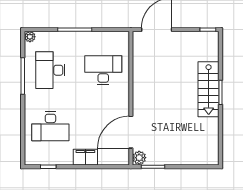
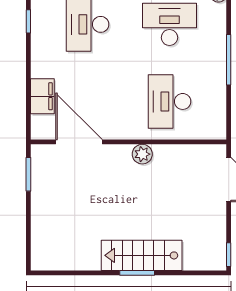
desk: (103, 70) -> (169, 101), turned 180
filing cabinet: (85, 157) -> (42, 96), moved
plant: (139, 158) -> (142, 154), moved

